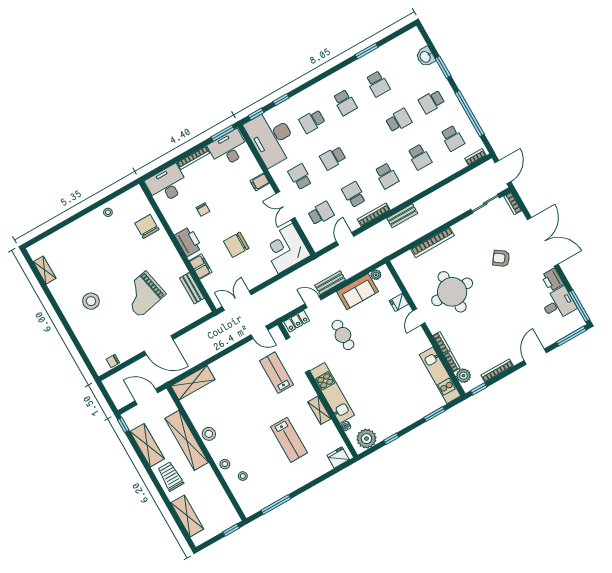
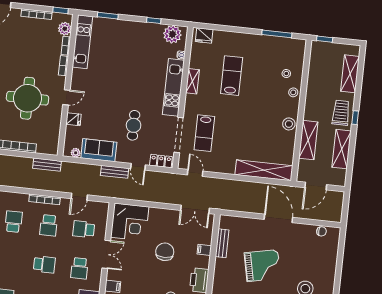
bench: (402, 216) -> (47, 165), moved
chair: (236, 245) -> (165, 252), turned -90
filing cabinet: (200, 267) -> (204, 250), width x0.50
shelving: (193, 383) -> (264, 170), width x1.47
door: (146, 397) -> (316, 186), hinge flipped
window: (123, 425) -> (355, 118), moved
shelving: (187, 440) -> (308, 140), width x0.68
trolley: (171, 476) -> (341, 113), turned 180

